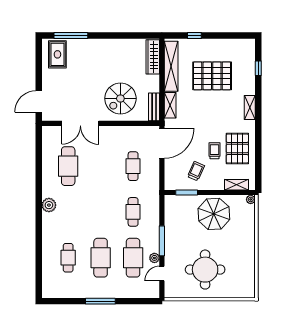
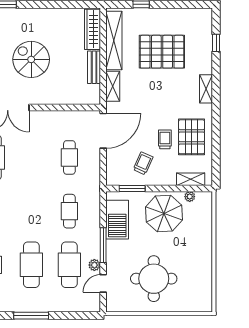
spiral stairs: (120, 98) -> (31, 59), moved, turned 90
bench: (154, 107) -> (94, 67), moved
plant: (251, 199) -> (190, 197), moved
barbecue: (174, 219) -> (117, 220), added

